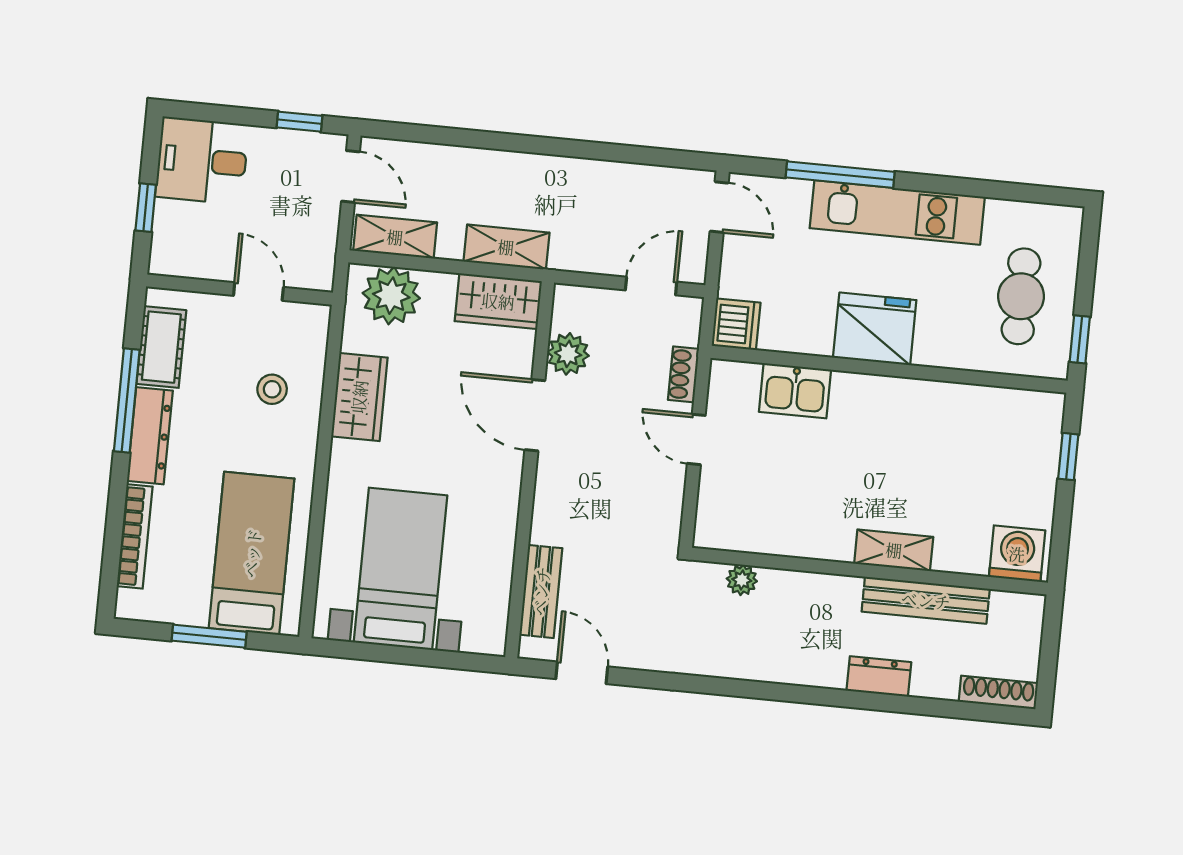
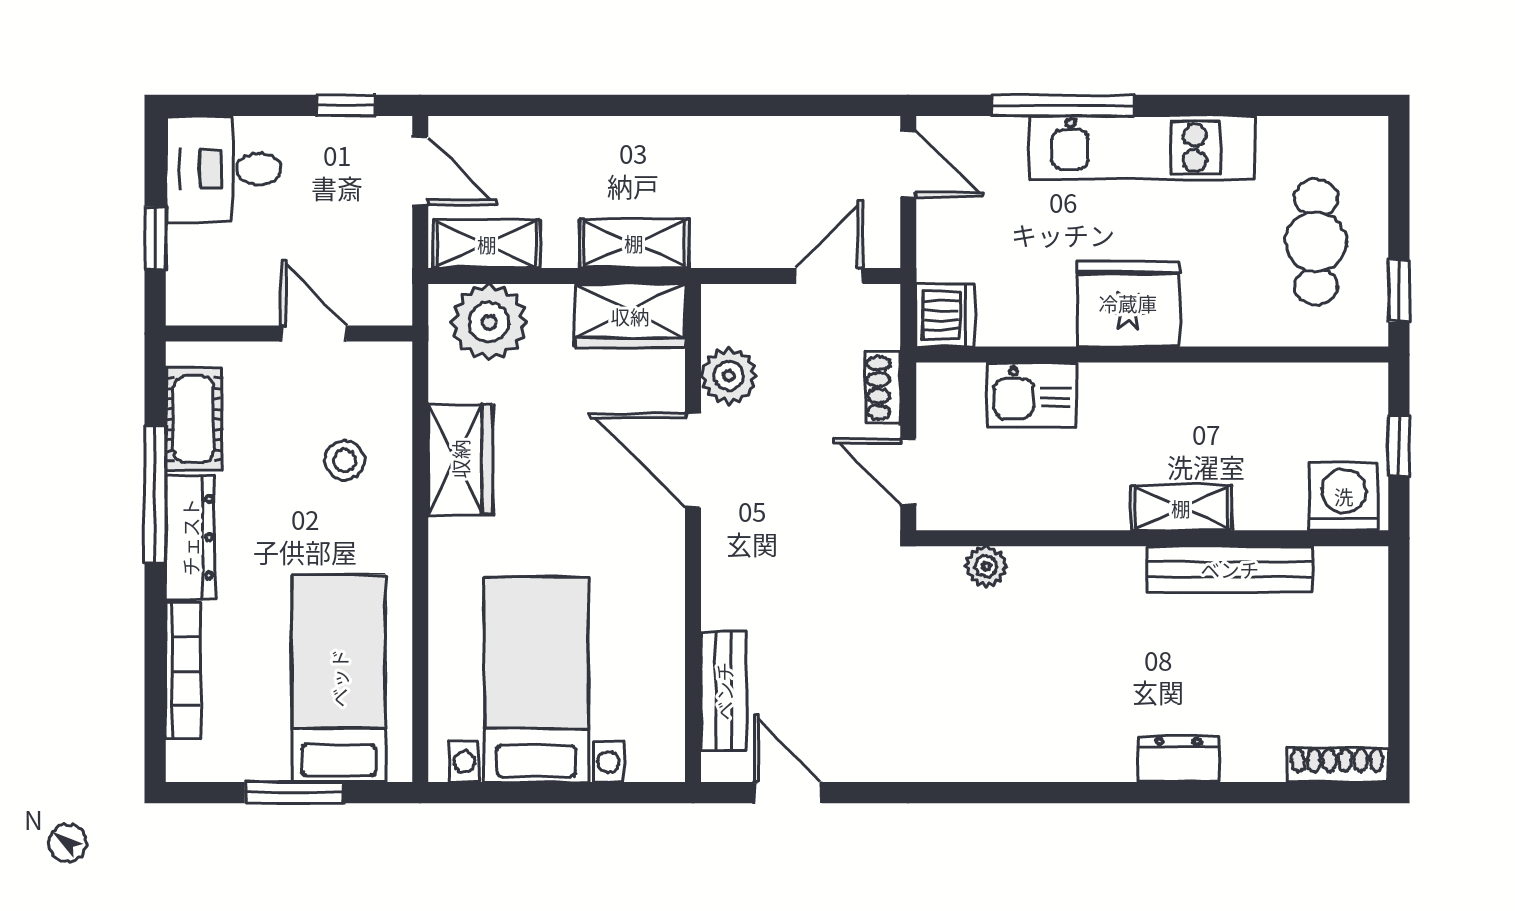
shelving: (894, 550) -> (1181, 508), moved
washing machine: (1017, 554) -> (1344, 496), moved
wall: (869, 571) -> (1152, 538), moved
plant: (742, 580) -> (986, 566), moved
bench: (926, 600) -> (1230, 569), moved

